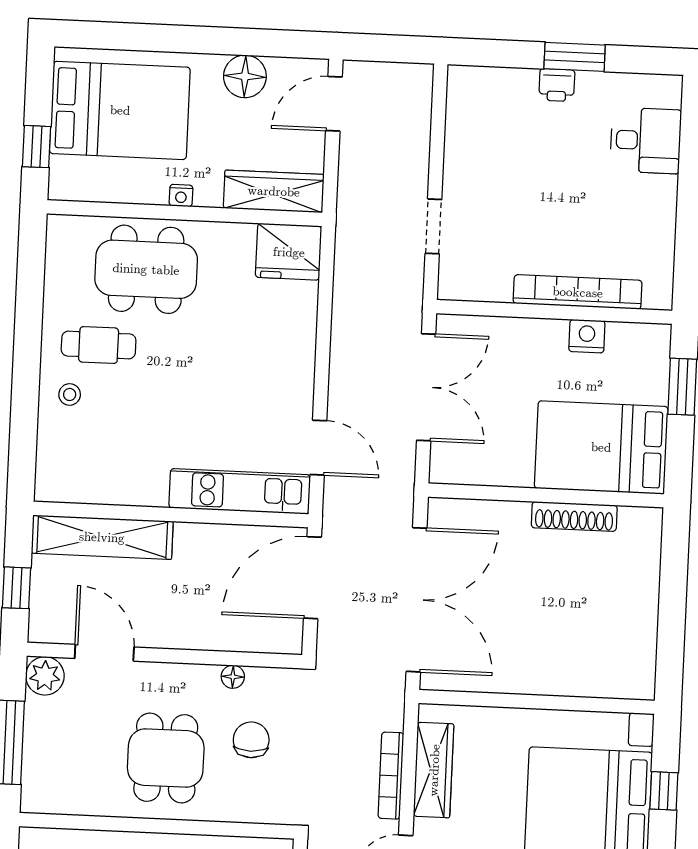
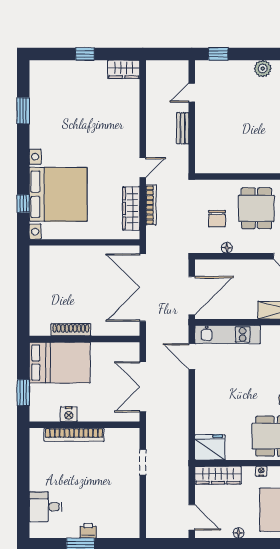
floor lamp: (245, 76) -> (239, 533), width x0.53, depth x0.53
door: (334, 104) -> (192, 517), hinge flipped

